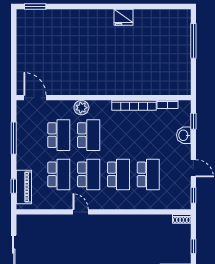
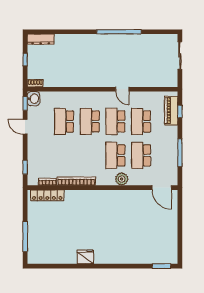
locker: (168, 89) -> (47, 195), added
washbasin: (184, 135) -> (33, 99), moved

